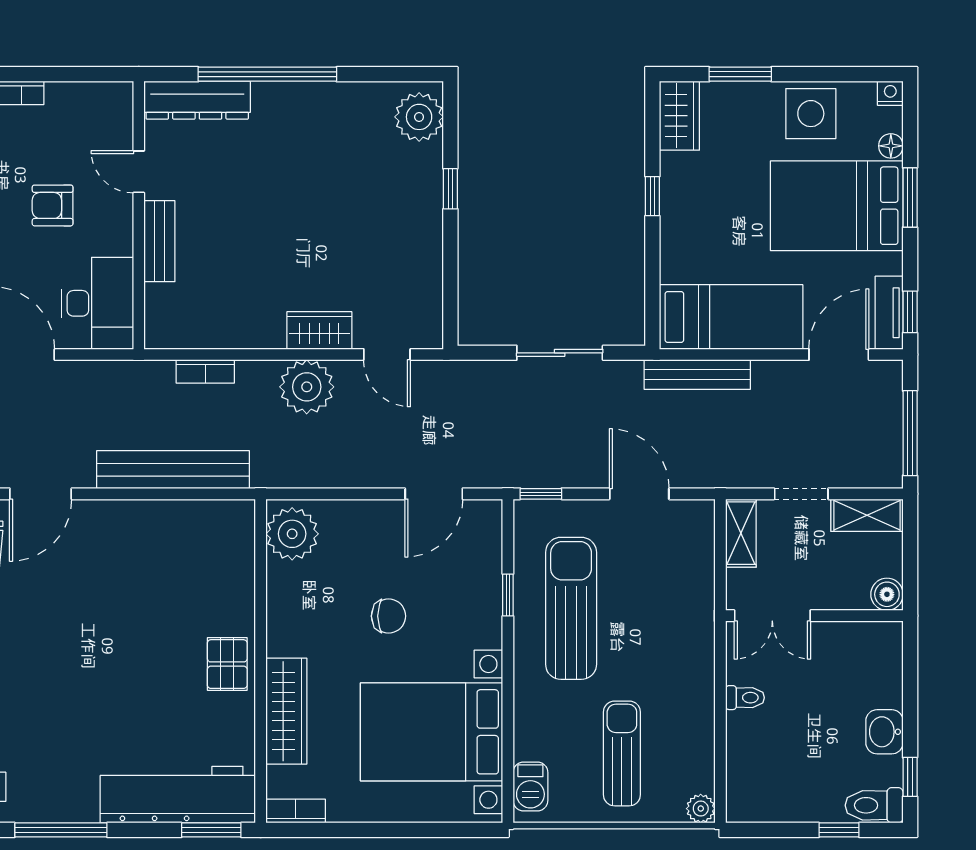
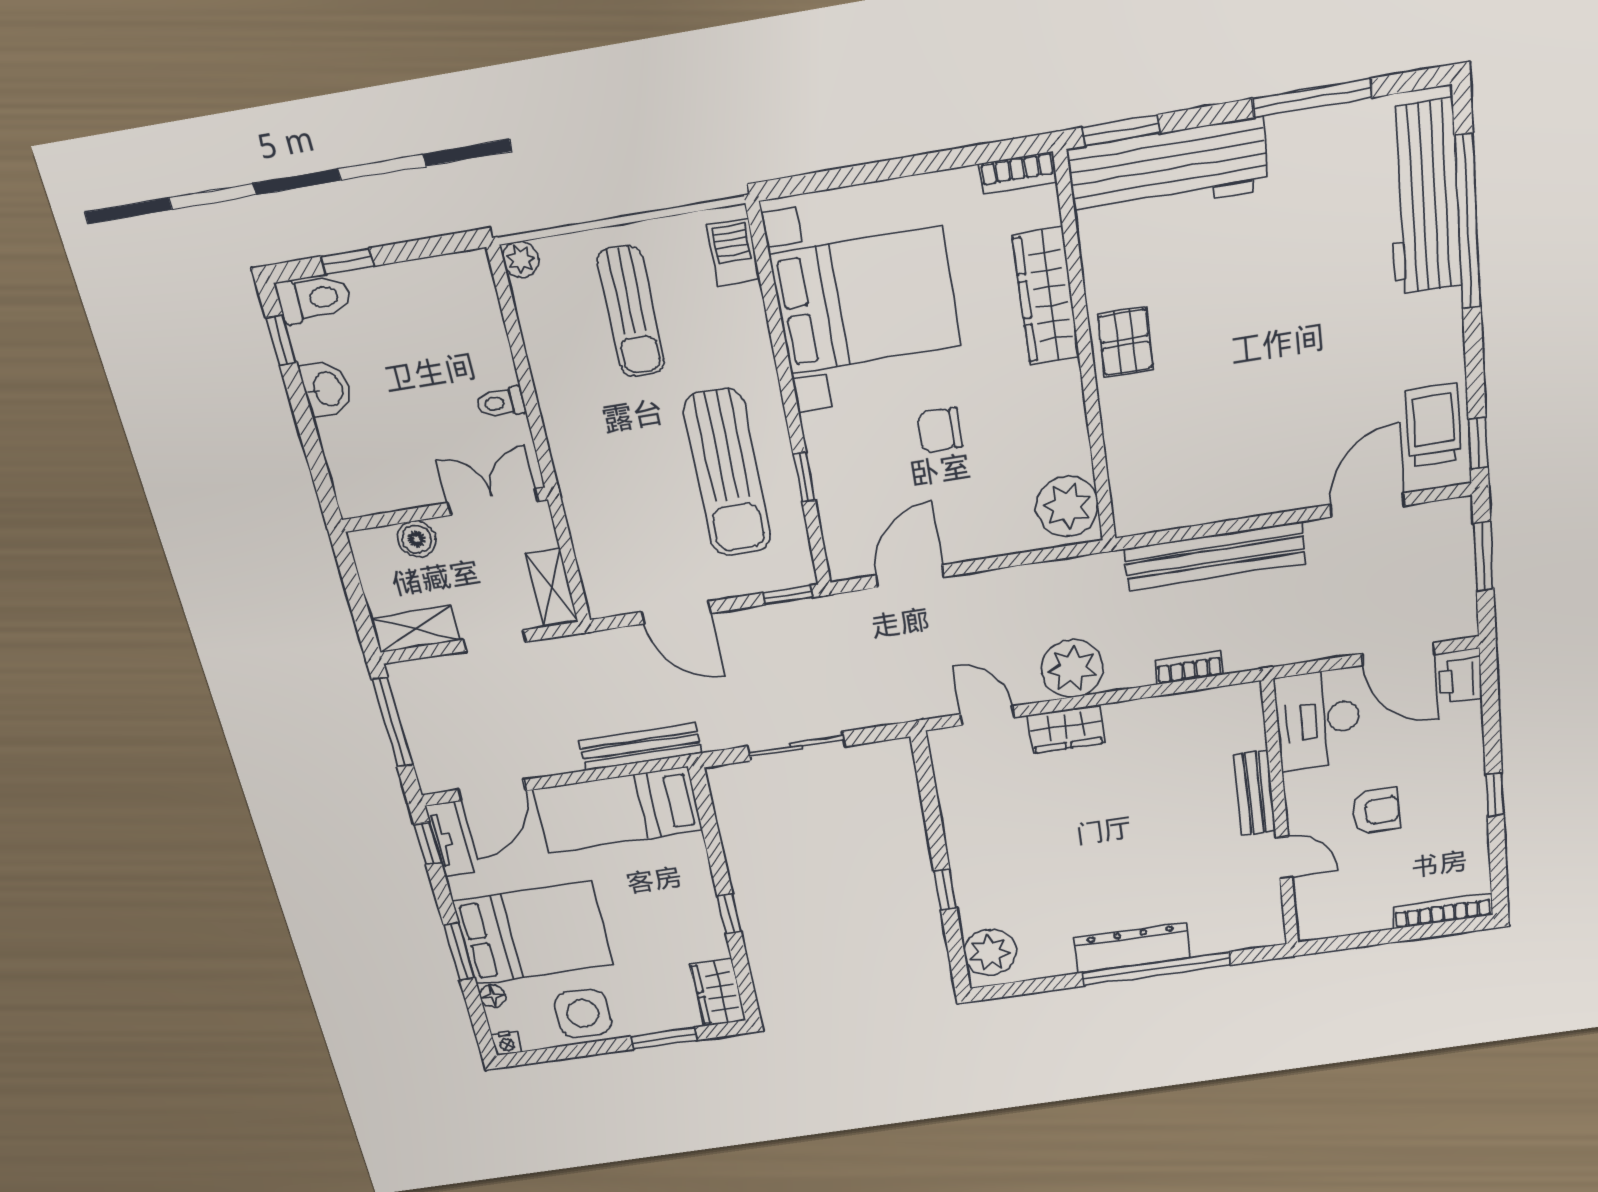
dresser: (197, 100) -> (1132, 948), moved
boiler: (887, 594) -> (417, 539), moved

